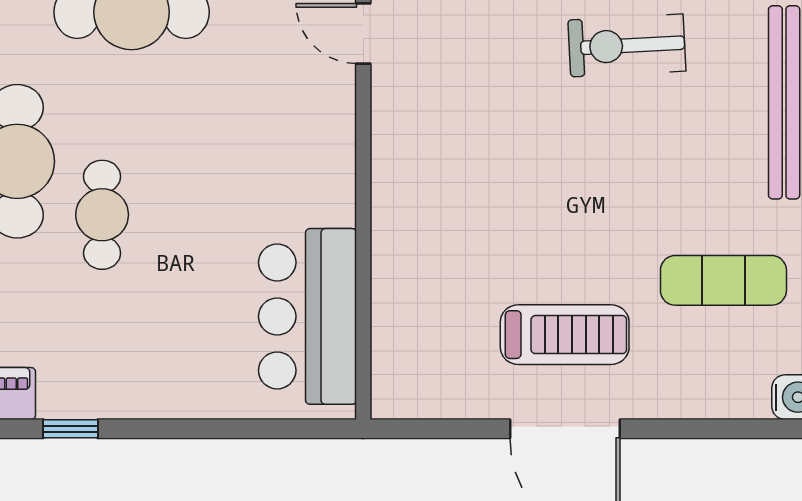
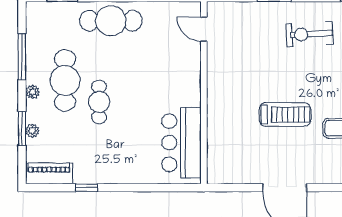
treadmill: (565, 335) -> (285, 115), moved

